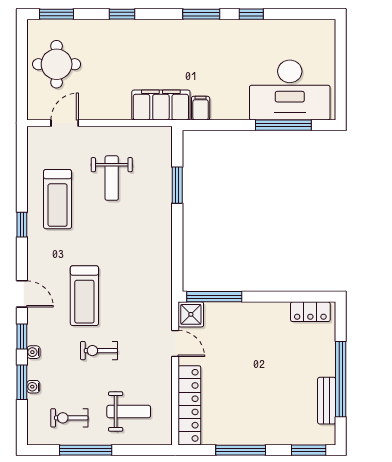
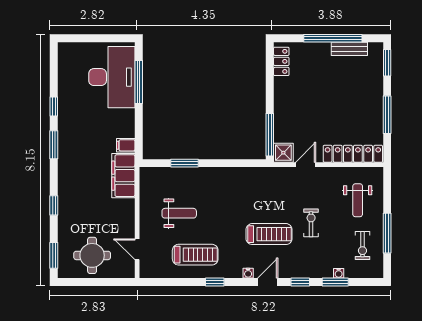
exercise bike: (99, 351) -> (311, 223), turned 180
water cooler: (33, 352) -> (248, 273), moved
weight bench: (129, 412) -> (358, 200), turned 180

